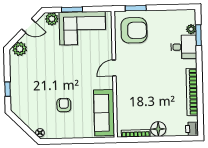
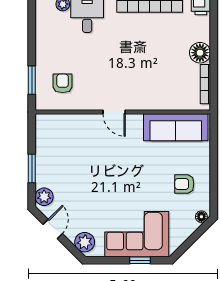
corner sofa: (82, 28) -> (137, 234), moved, turned -90
armchair: (134, 30) -> (63, 83), width x0.53, depth x0.53
armchair: (64, 105) -> (184, 184), moved

